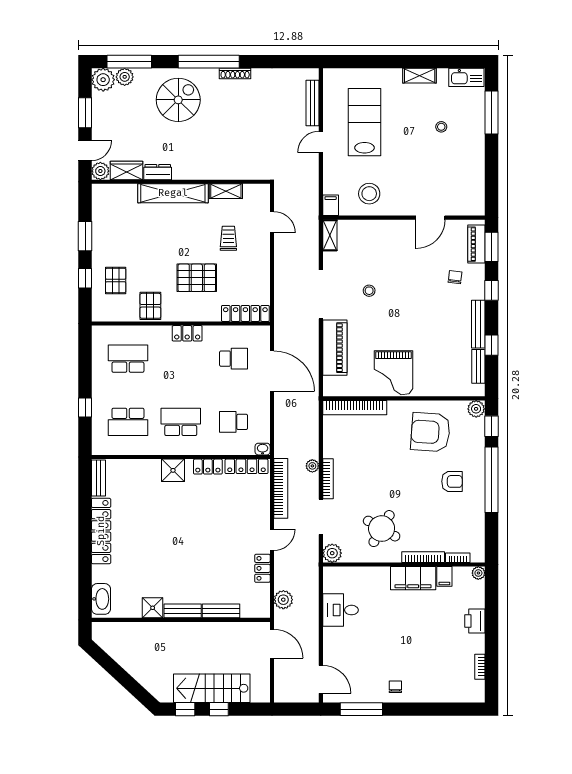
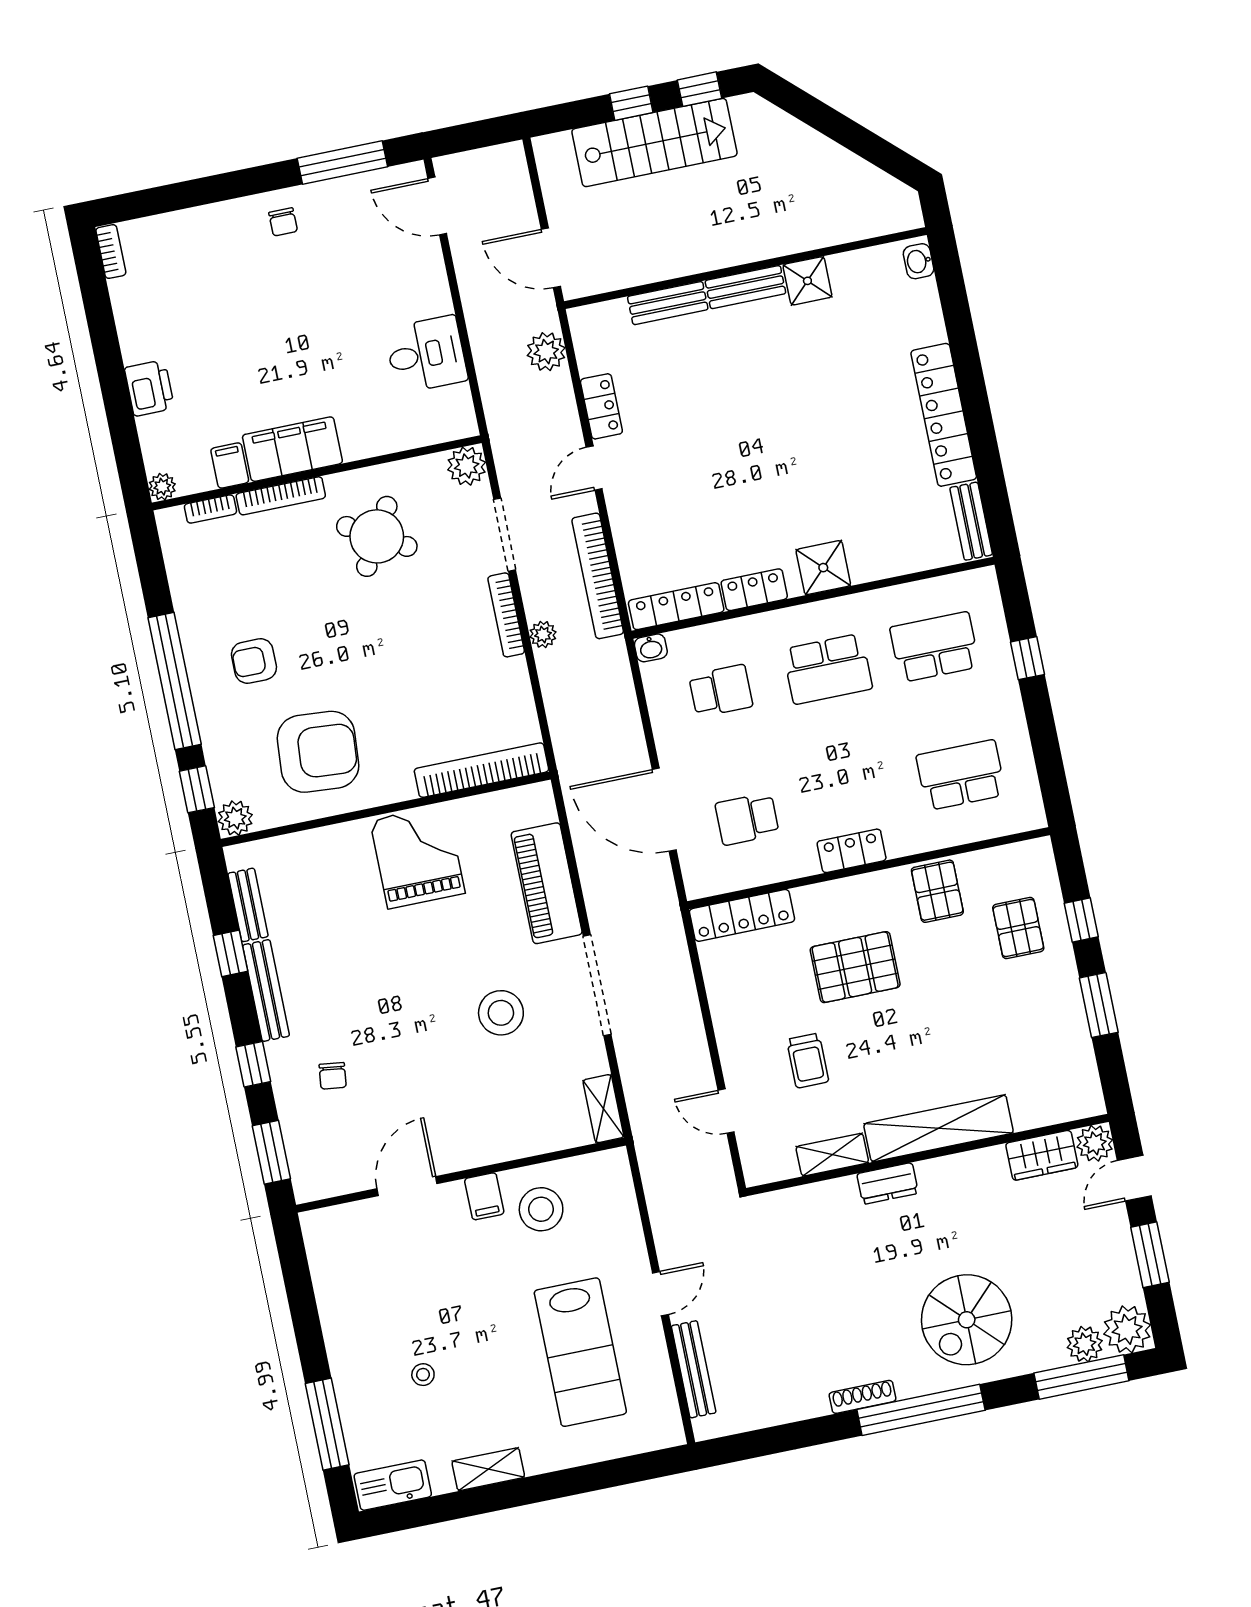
dresser: (158, 172) -> (888, 1184), moved
filing cabinet: (331, 205) -> (484, 1196), moved
piano: (476, 244) -> (303, 1152), removed
stool: (369, 291) -> (501, 1013), width x1.89, depth x1.89
school desk: (128, 359) -> (961, 775), turned 180
washbasin: (101, 599) -> (919, 261), width x0.52, depth x0.69
bookcase: (480, 667) -> (111, 252), moved

